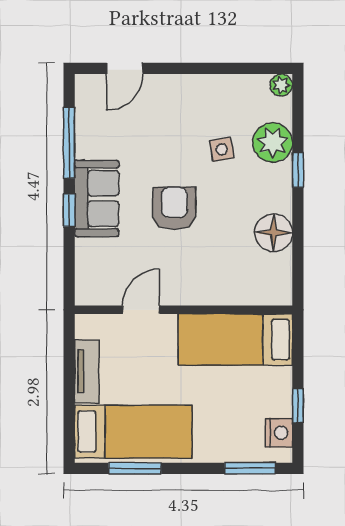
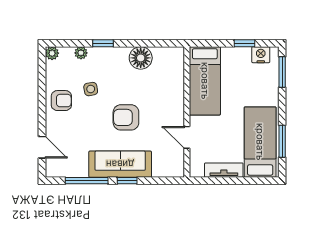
armchair: (203, 101) -> (61, 101), added
plant: (273, 142) -> (81, 53), width x0.53, depth x0.53
sofa: (97, 198) -> (120, 164), width x1.36

